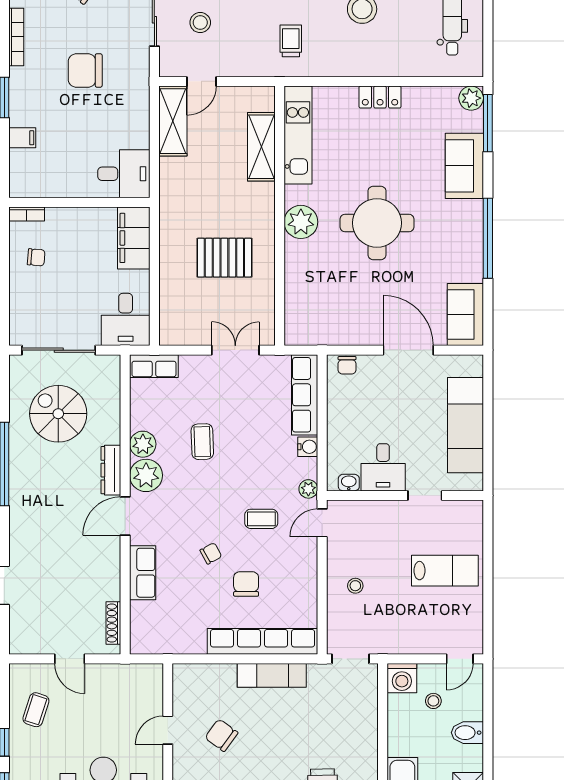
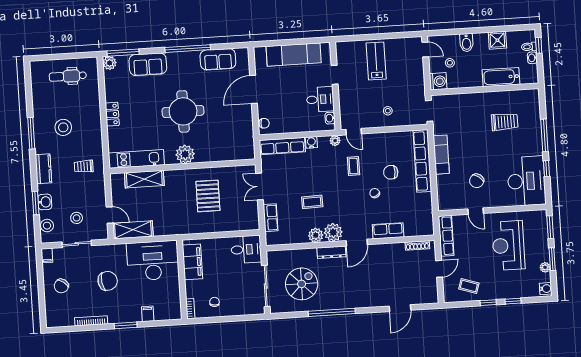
chair: (85, 70) -> (108, 281), turned -99
desk: (124, 174) -> (153, 261), width x1.87, depth x1.30
filing cabinet: (134, 238) -> (193, 262), moved, turned -90
sofa: (465, 315) -> (218, 59), moved
row of seats: (154, 366) -> (271, 218), moved
spiral stairs: (58, 414) -> (302, 284), turned 180
door: (125, 516) -> (357, 243), hinge flipped
row of seats: (127, 675) -> (446, 236), added

